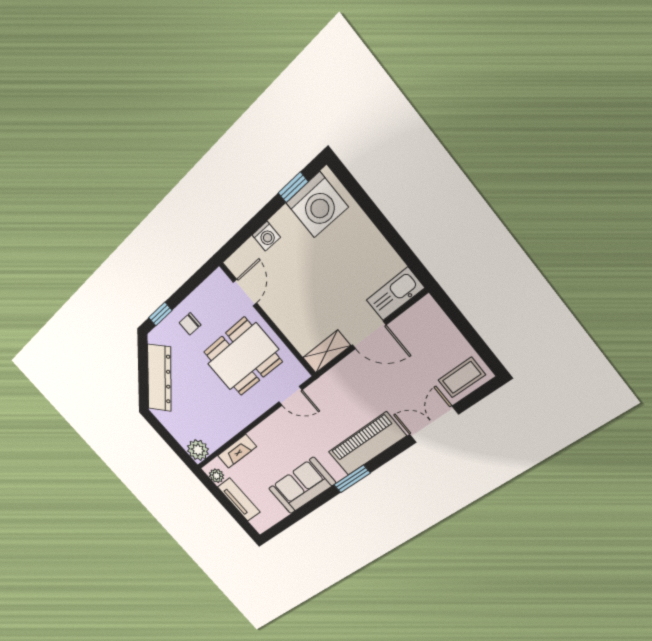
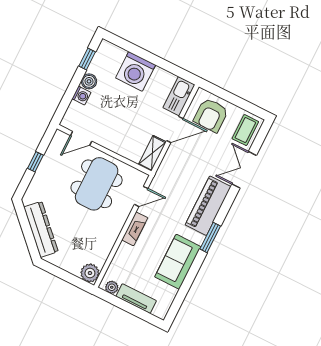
washing machine: (317, 205) -> (136, 71), moved, turned 90
boiler: (284, 221) -> (89, 81), added
door: (245, 293) -> (81, 138), swing flipped
window: (160, 314) -> (35, 162), moved
chair: (190, 324) -> (50, 177), removed
armchair: (426, 338) -> (211, 115), added
fireplace: (237, 451) -> (135, 229), moved

